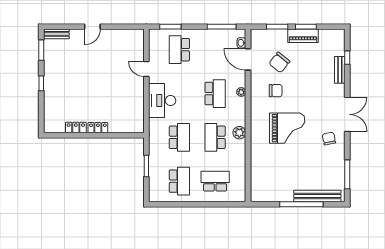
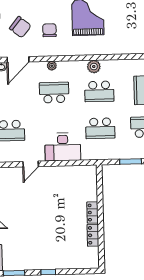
school desk: (179, 137) -> (100, 128), turned 180

